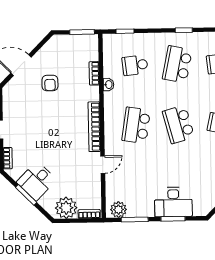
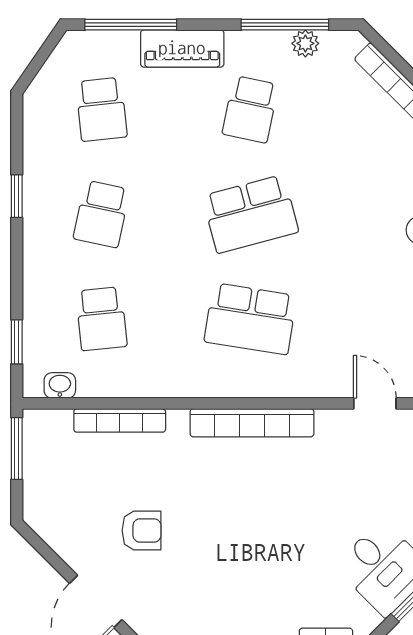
school desk: (177, 64) -> (101, 214), width x0.54
bookcase: (94, 73) -> (120, 420), width x1.56
washbasin: (108, 85) -> (60, 385), moved
door: (103, 165) -> (375, 403), moved

